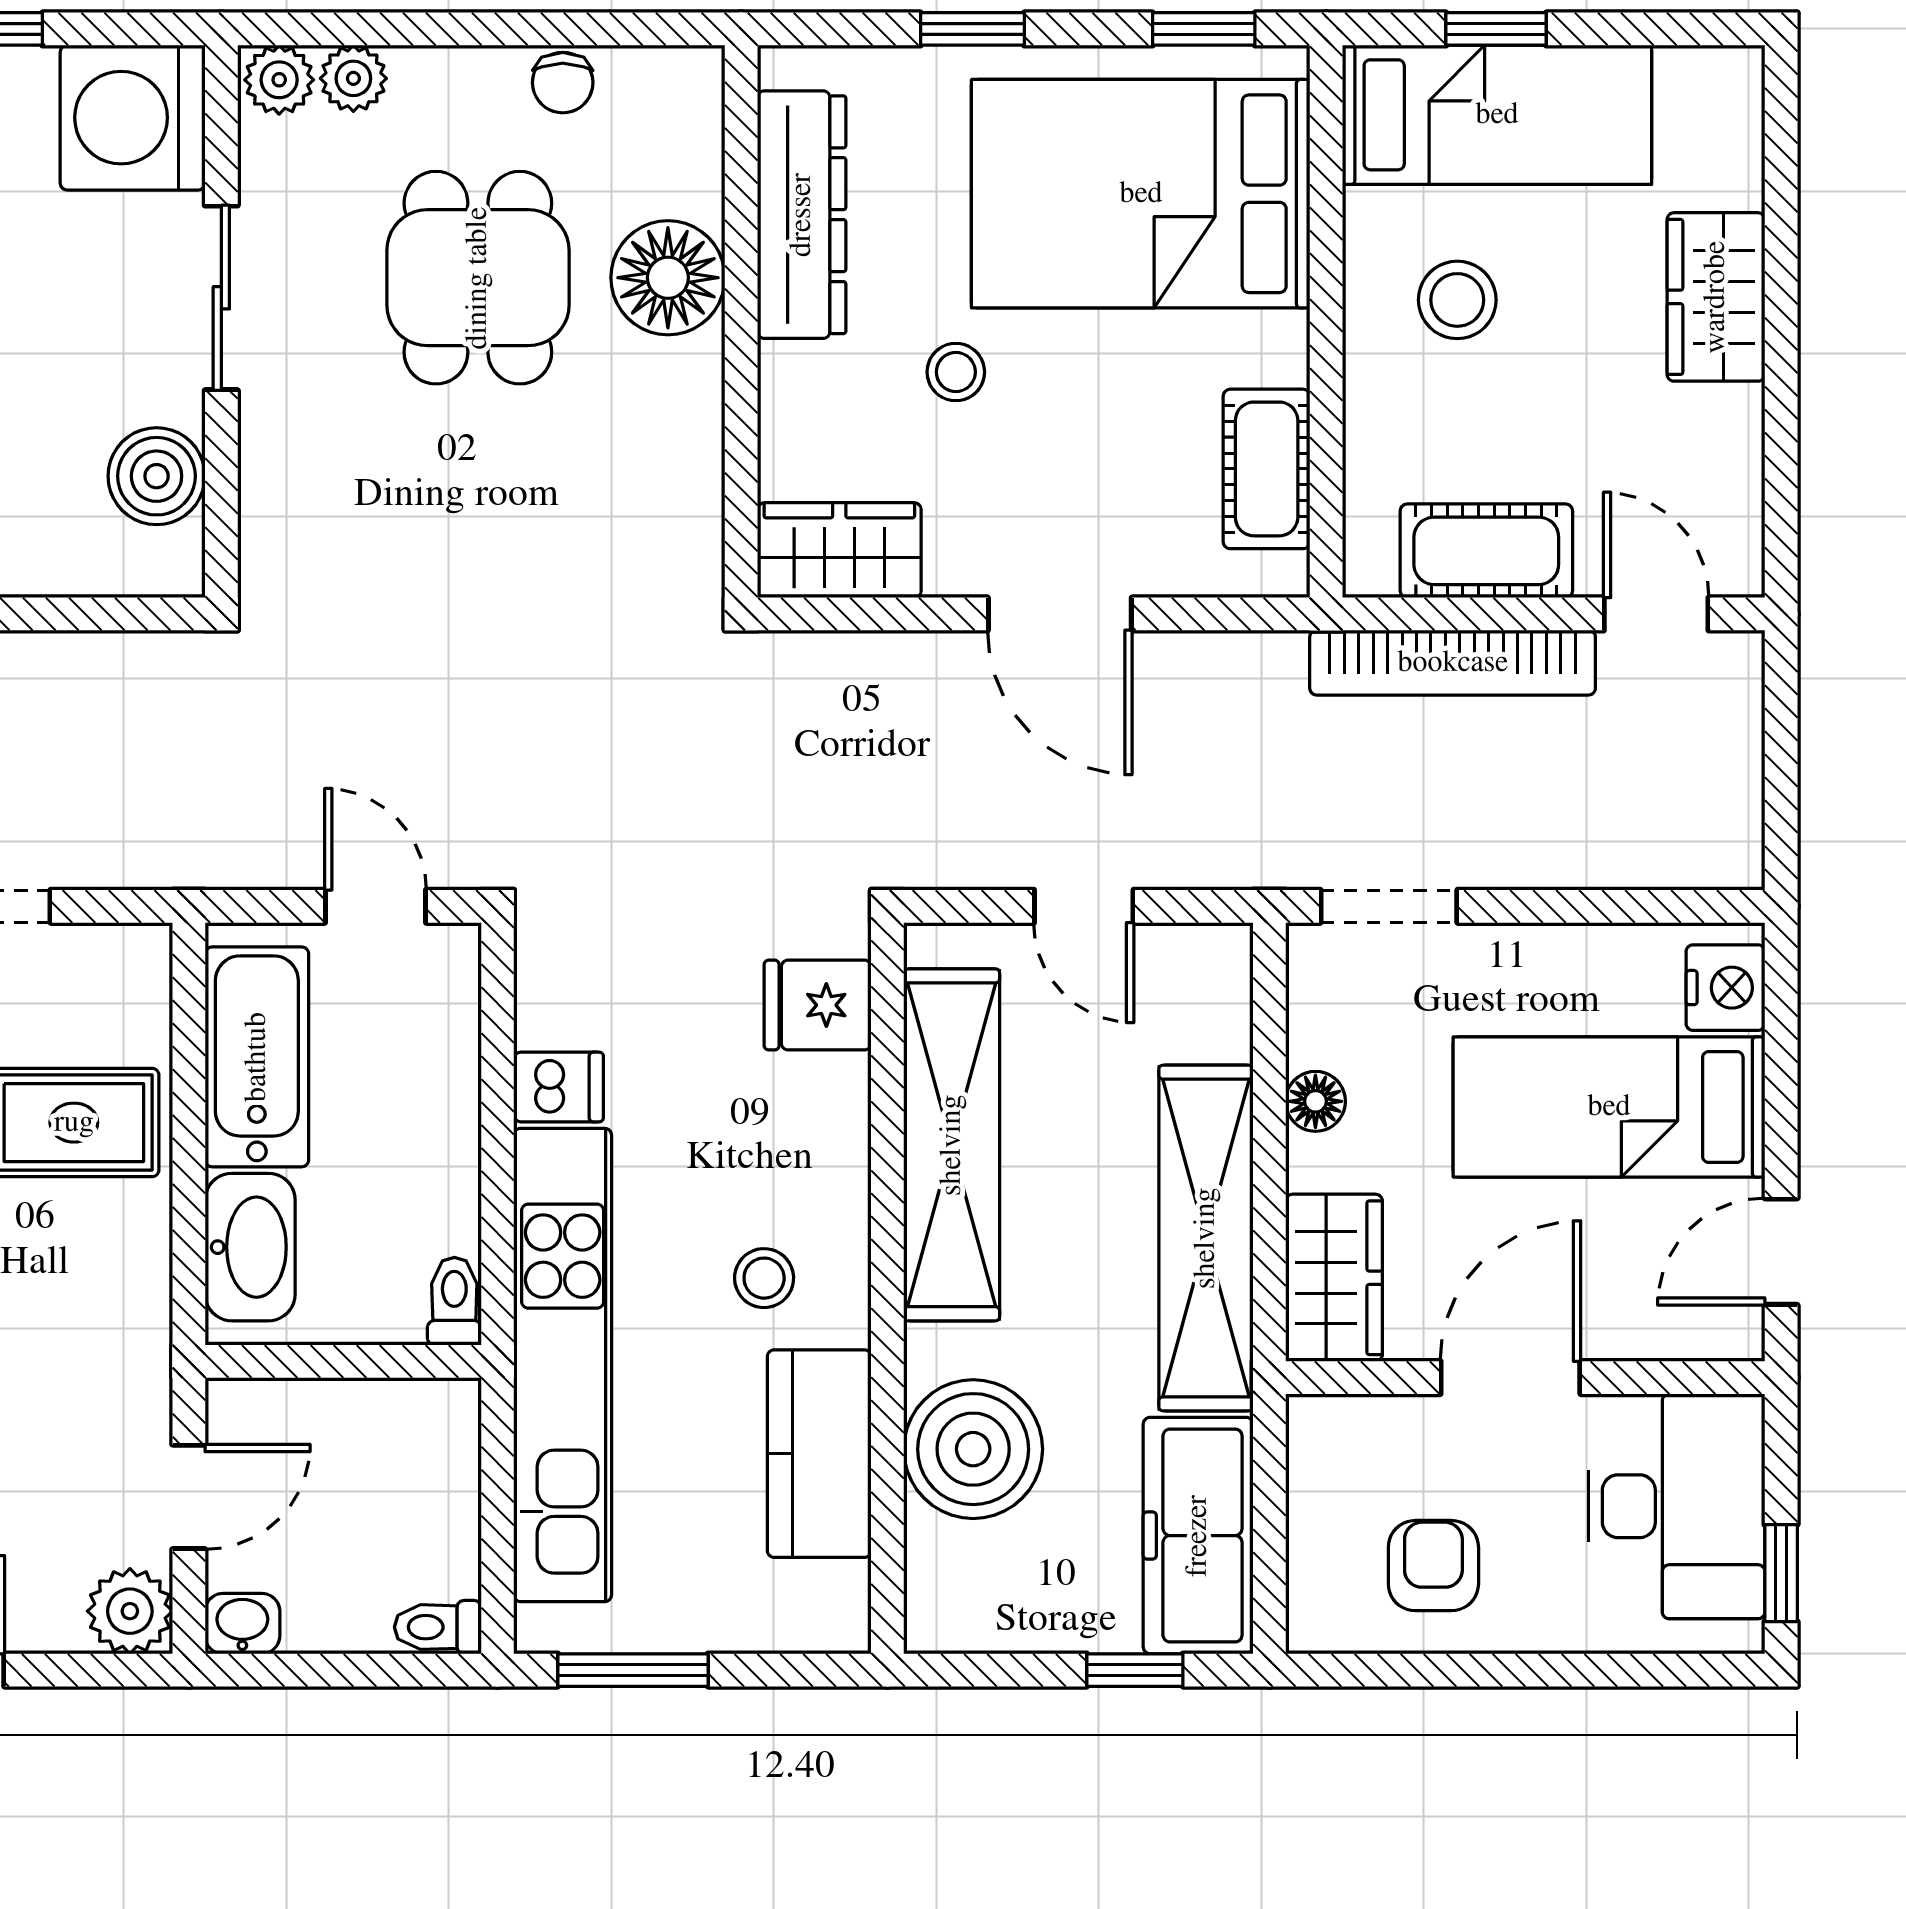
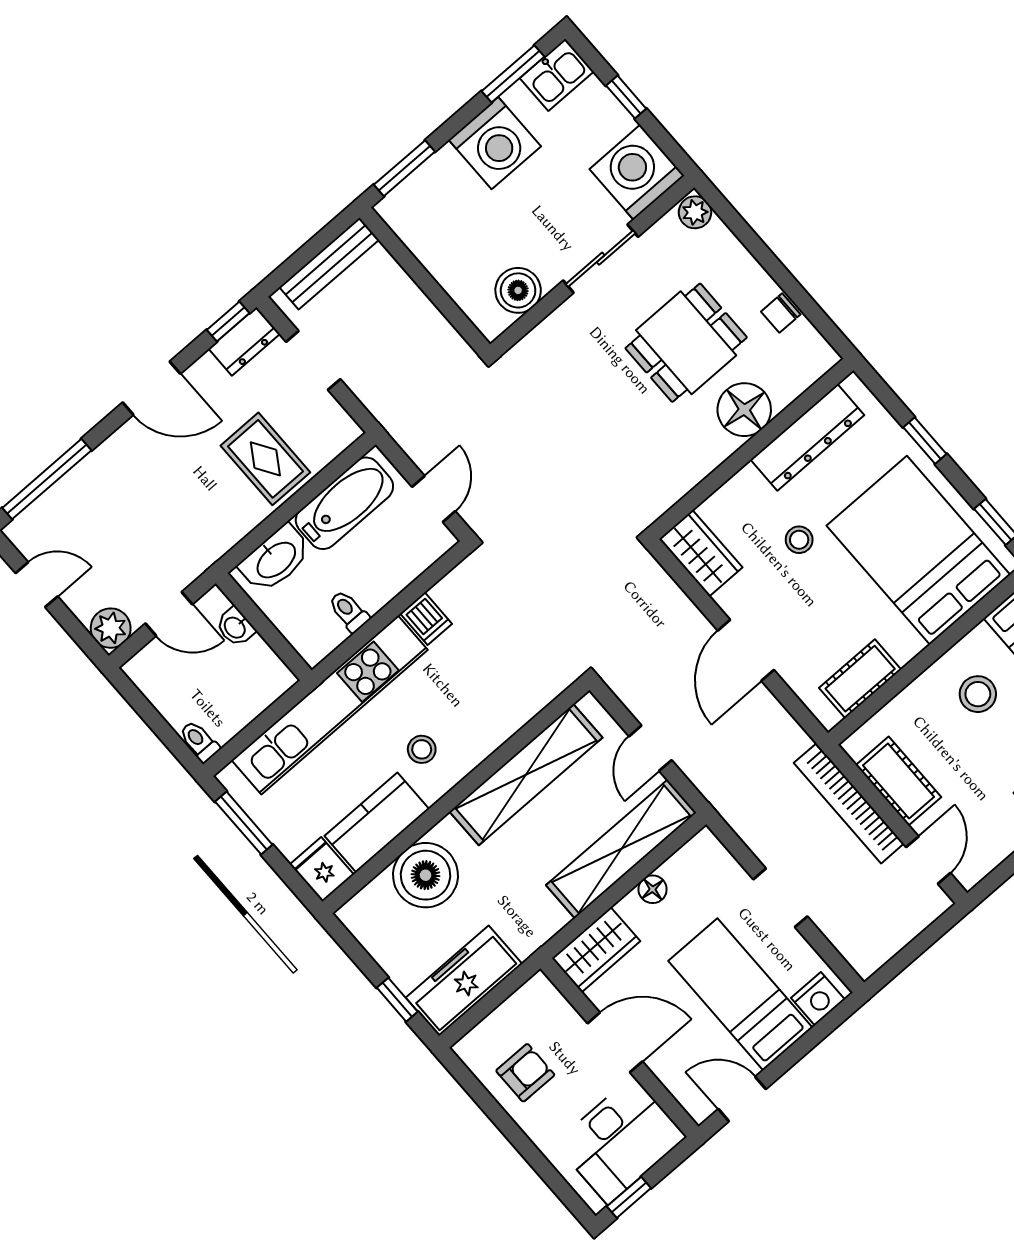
plant: (353, 78) -> (718, 238), removed
doorway: (1389, 906) -> (780, 898), moved
fridge: (818, 1005) -> (322, 869), moved
shelving: (1206, 1238) -> (621, 849), moved
toilet: (454, 1301) -> (349, 611), moved, turned -90
washbasin: (242, 1624) -> (235, 627), moved, turned 180

